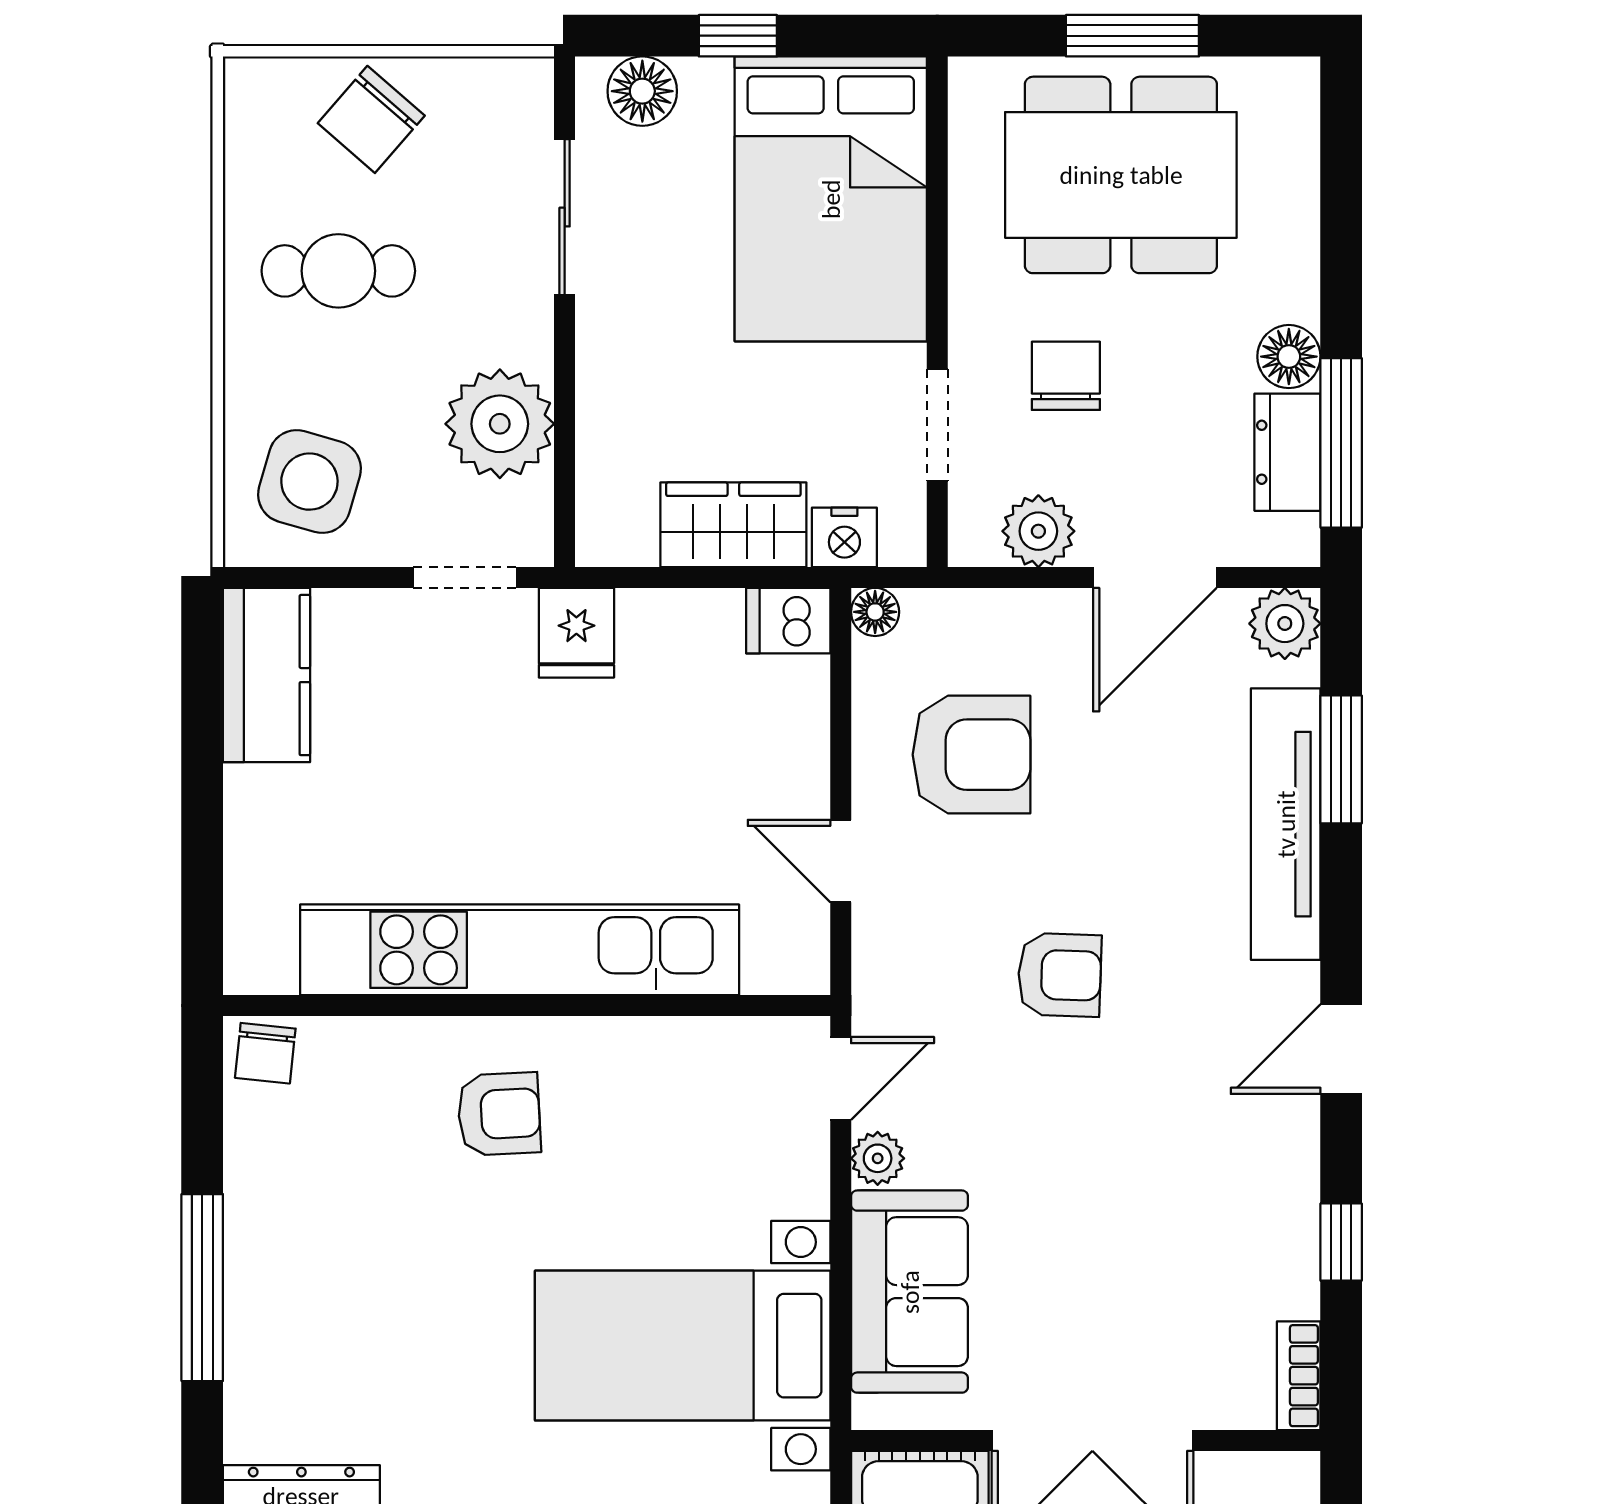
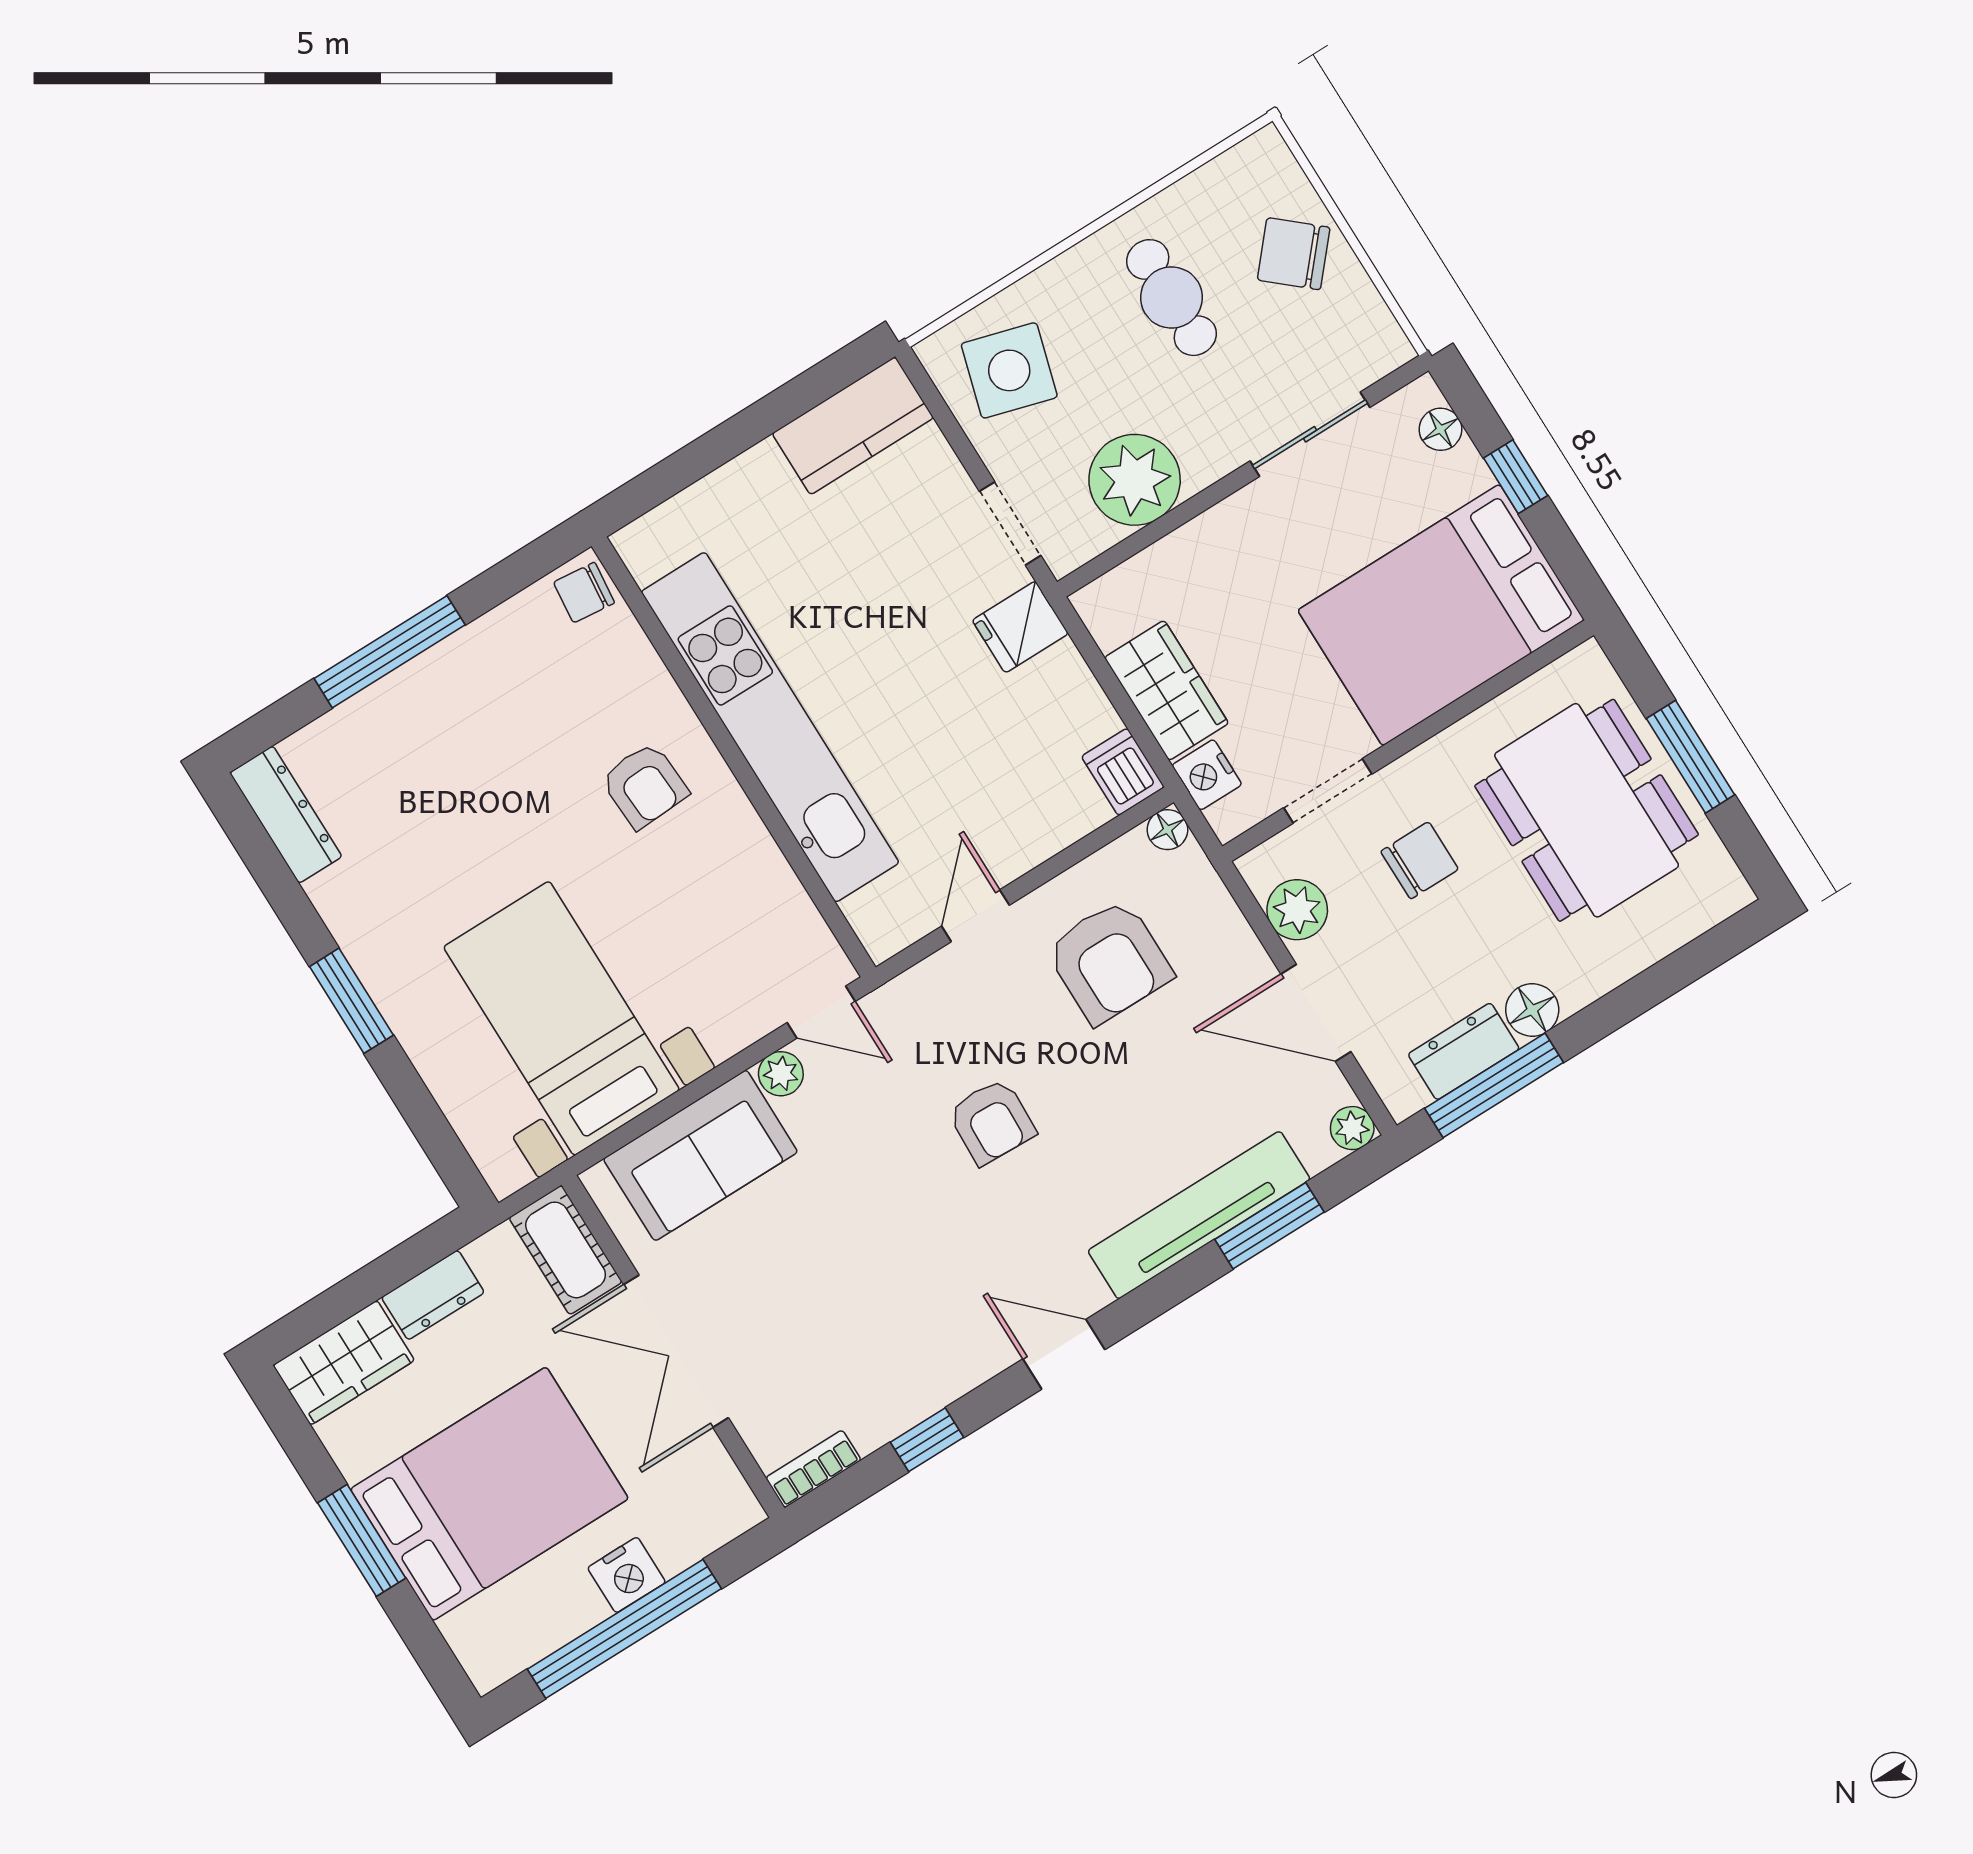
floor lamp: (642, 91) -> (1440, 429), width x0.73, depth x0.73
plant: (1285, 624) -> (1352, 1128), width x0.73, depth x0.73

